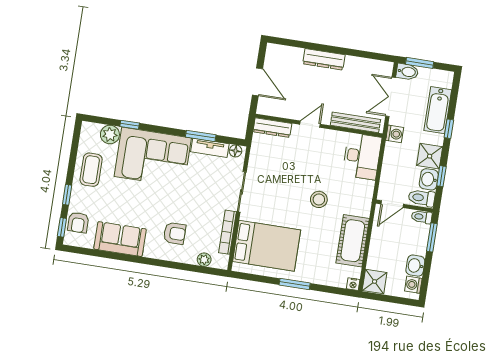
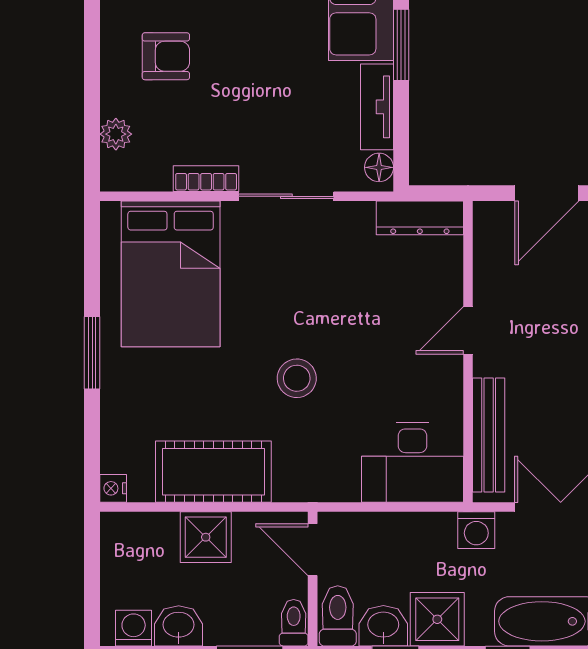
door: (310, 124) -> (468, 330), swing flipped
dresser: (272, 128) -> (420, 218), moved, turned -90
window: (201, 136) -> (401, 45), moved
bookcase: (228, 232) -> (206, 179), width x0.64
armchair: (175, 233) -> (166, 56), turned -90
shower: (375, 281) -> (206, 537), moved

